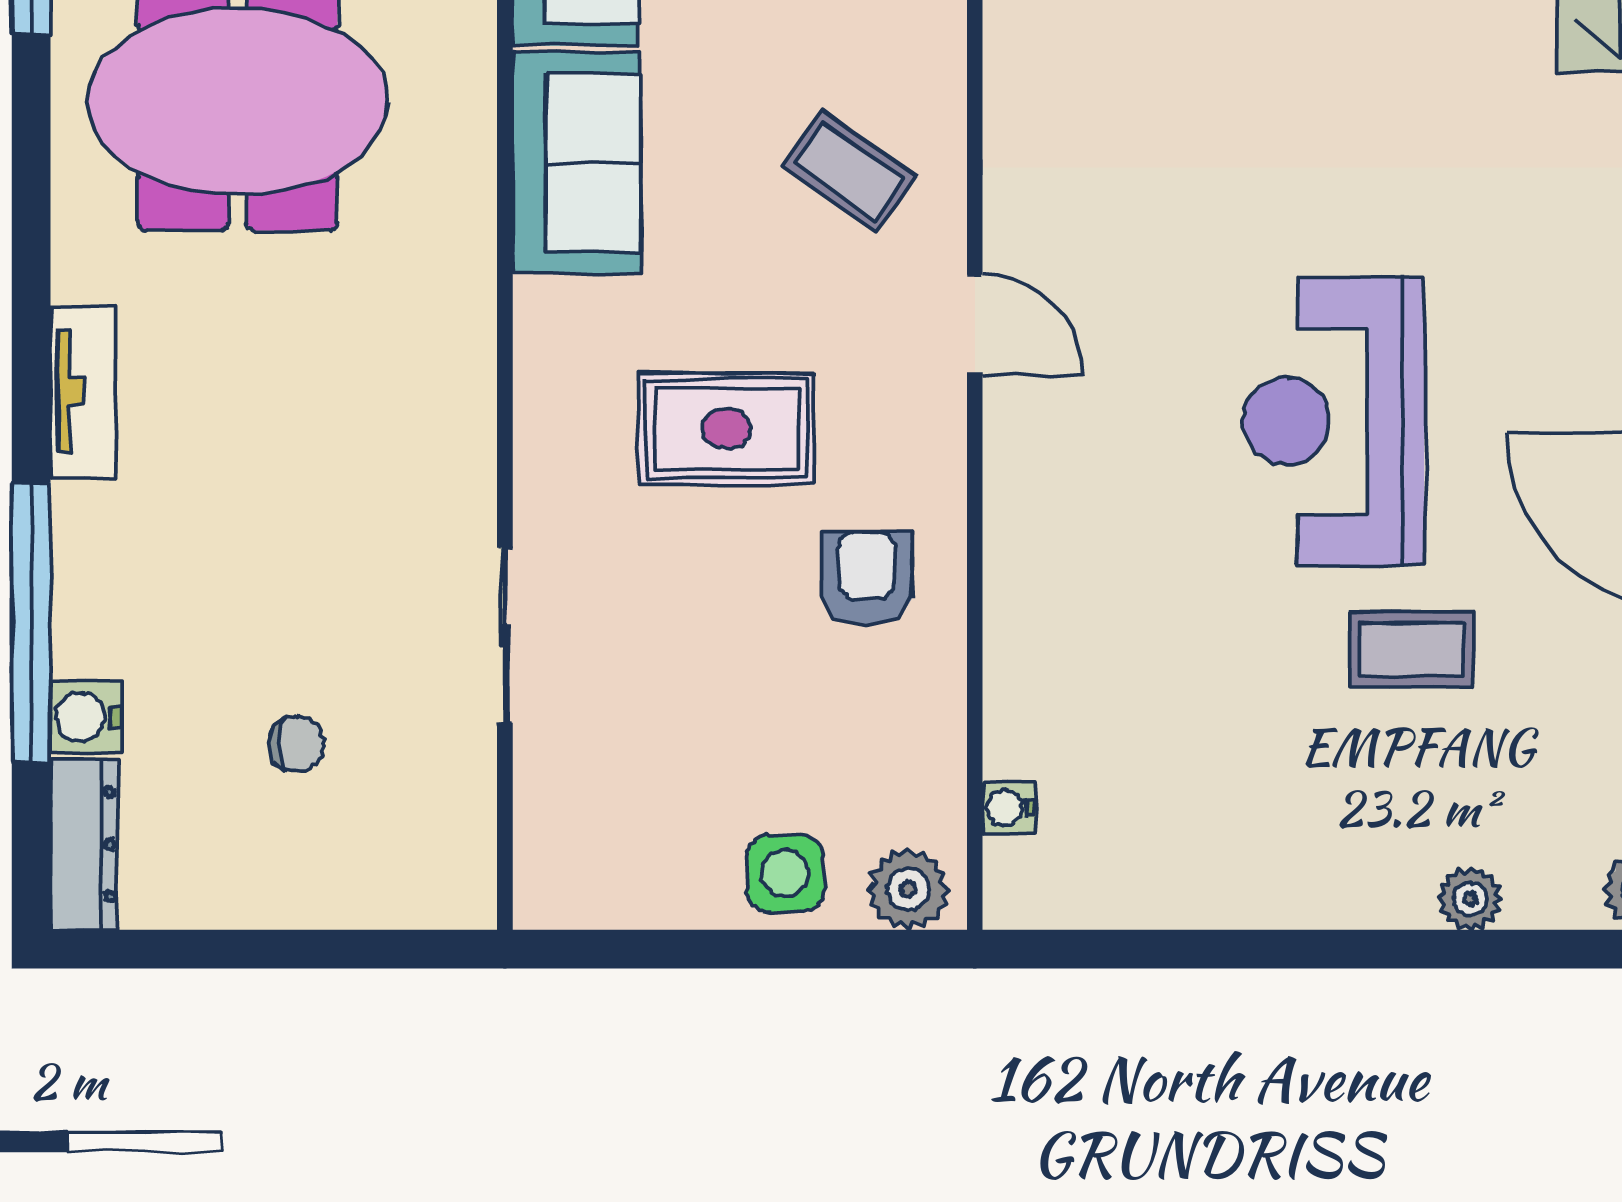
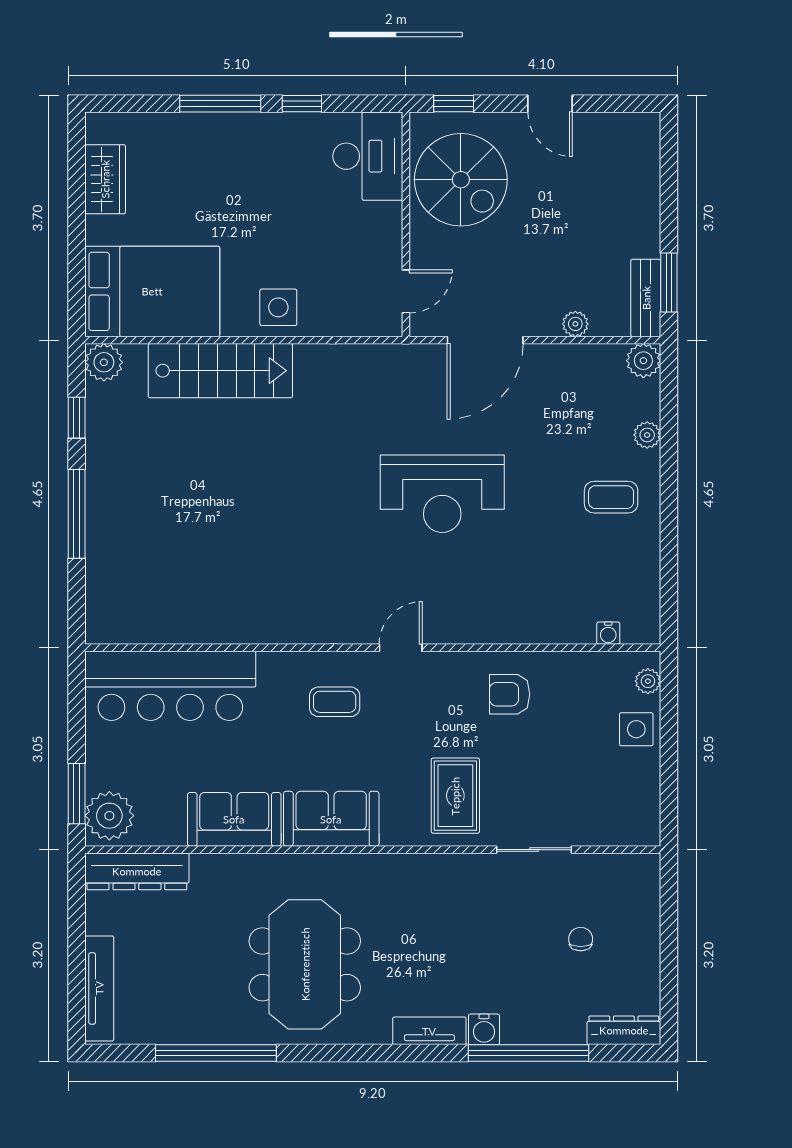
coffee table: (849, 171) -> (335, 702), turned 55
rug: (727, 429) -> (455, 796), moved
coffee table: (1411, 649) -> (611, 497), moved, turned 90
water cooler: (86, 717) -> (484, 1029), moved
plant: (908, 889) -> (648, 681), width x0.73, depth x0.73

